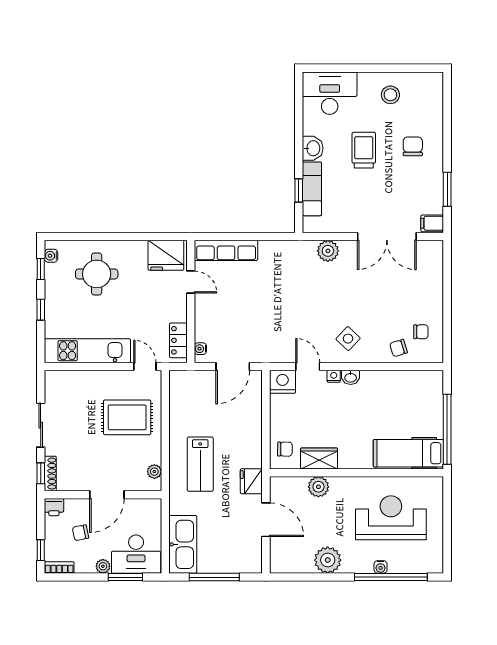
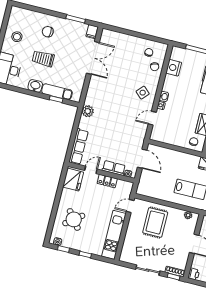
plant: (328, 251) -> (88, 111), moved
round table: (97, 274) -> (74, 219), turned -38
row of seats: (204, 321) -> (114, 168), added
locker: (178, 340) -> (107, 181), moved
nightstand: (283, 382) -> (174, 68), moved

